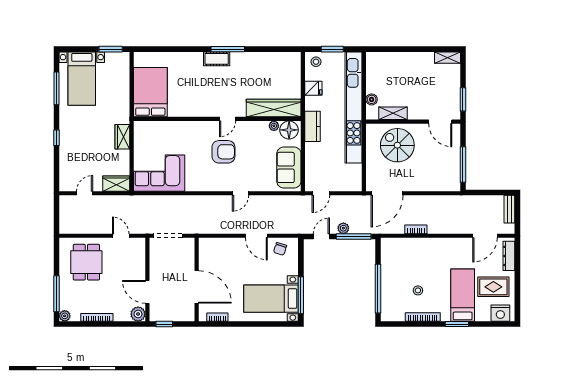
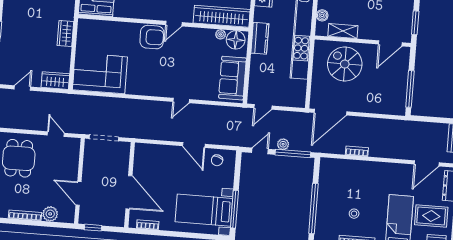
door: (440, 122) -> (390, 43), hinge flipped
armchair: (223, 152) -> (152, 37), moved
plant: (138, 314) -> (50, 214), moved

